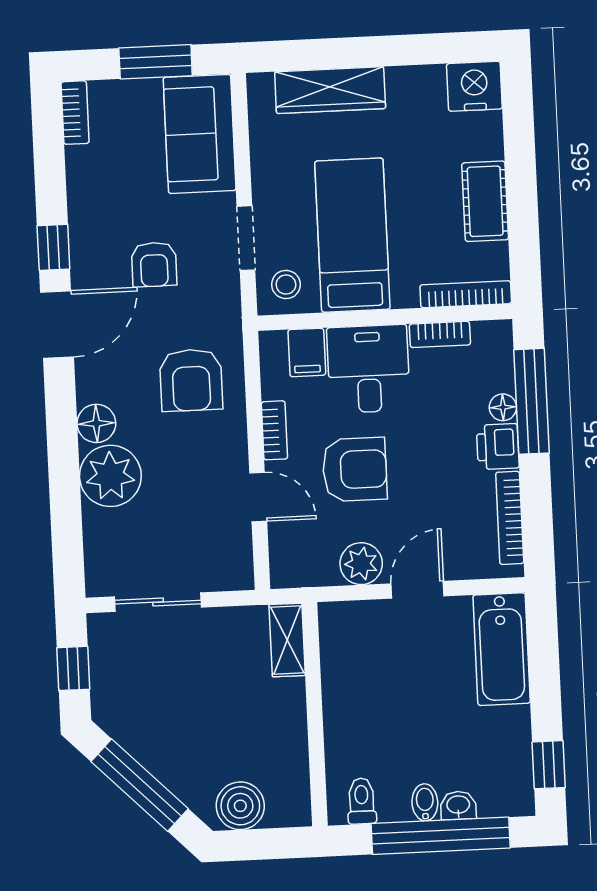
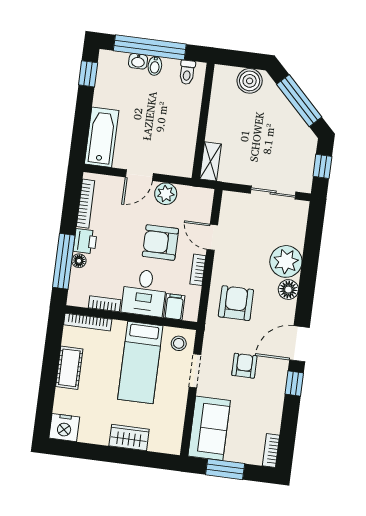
wardrobe: (330, 90) -> (129, 438), width x0.67

